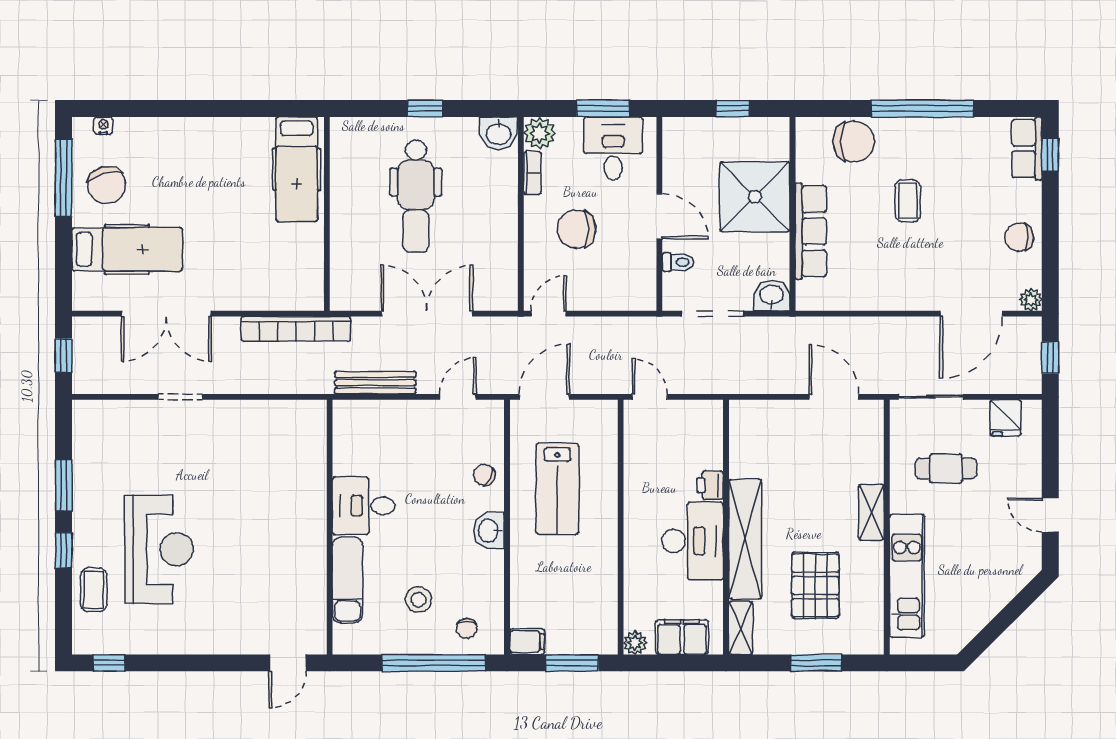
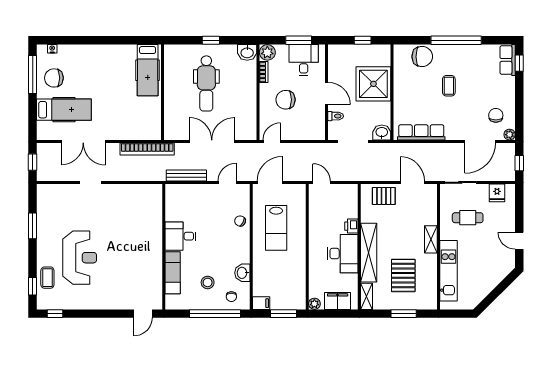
chair: (107, 185) -> (54, 78), turned 105
row of seats: (811, 231) -> (421, 132), moved, turned -90
chair: (1019, 237) -> (496, 115), moved, turned 90
pallet: (776, 424) -> (384, 196), added
washbasin: (489, 531) -> (242, 273), moved
window: (64, 550) -> (33, 286), moved

